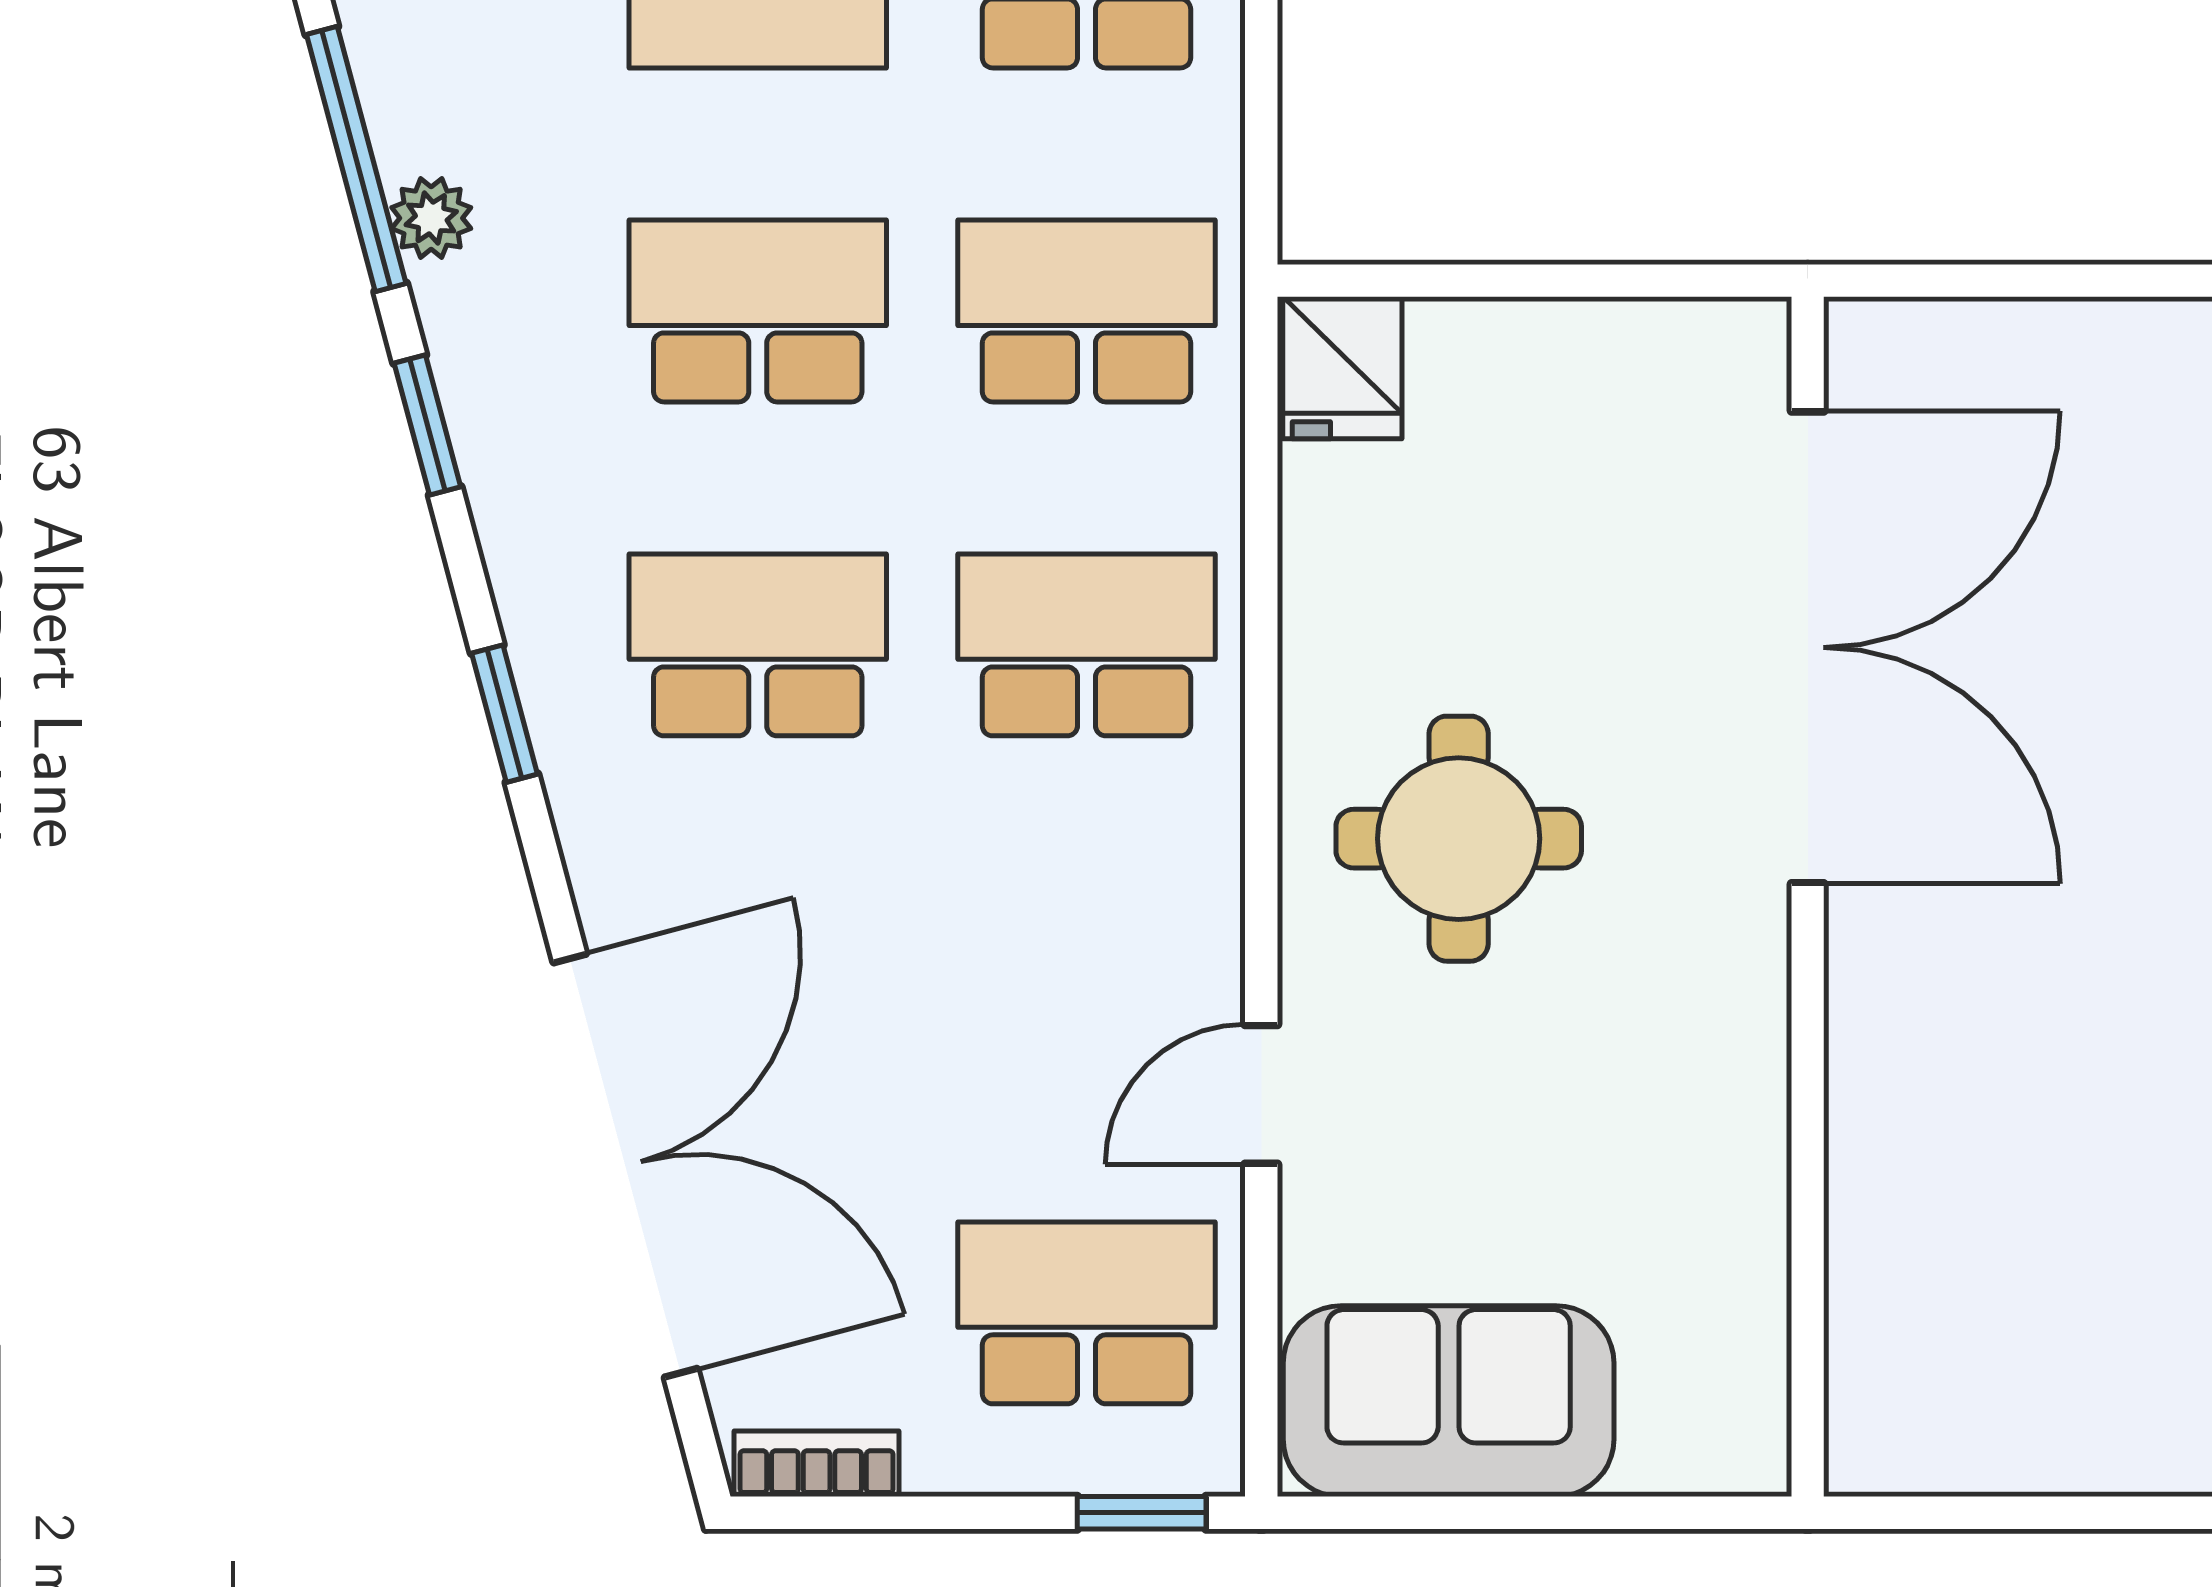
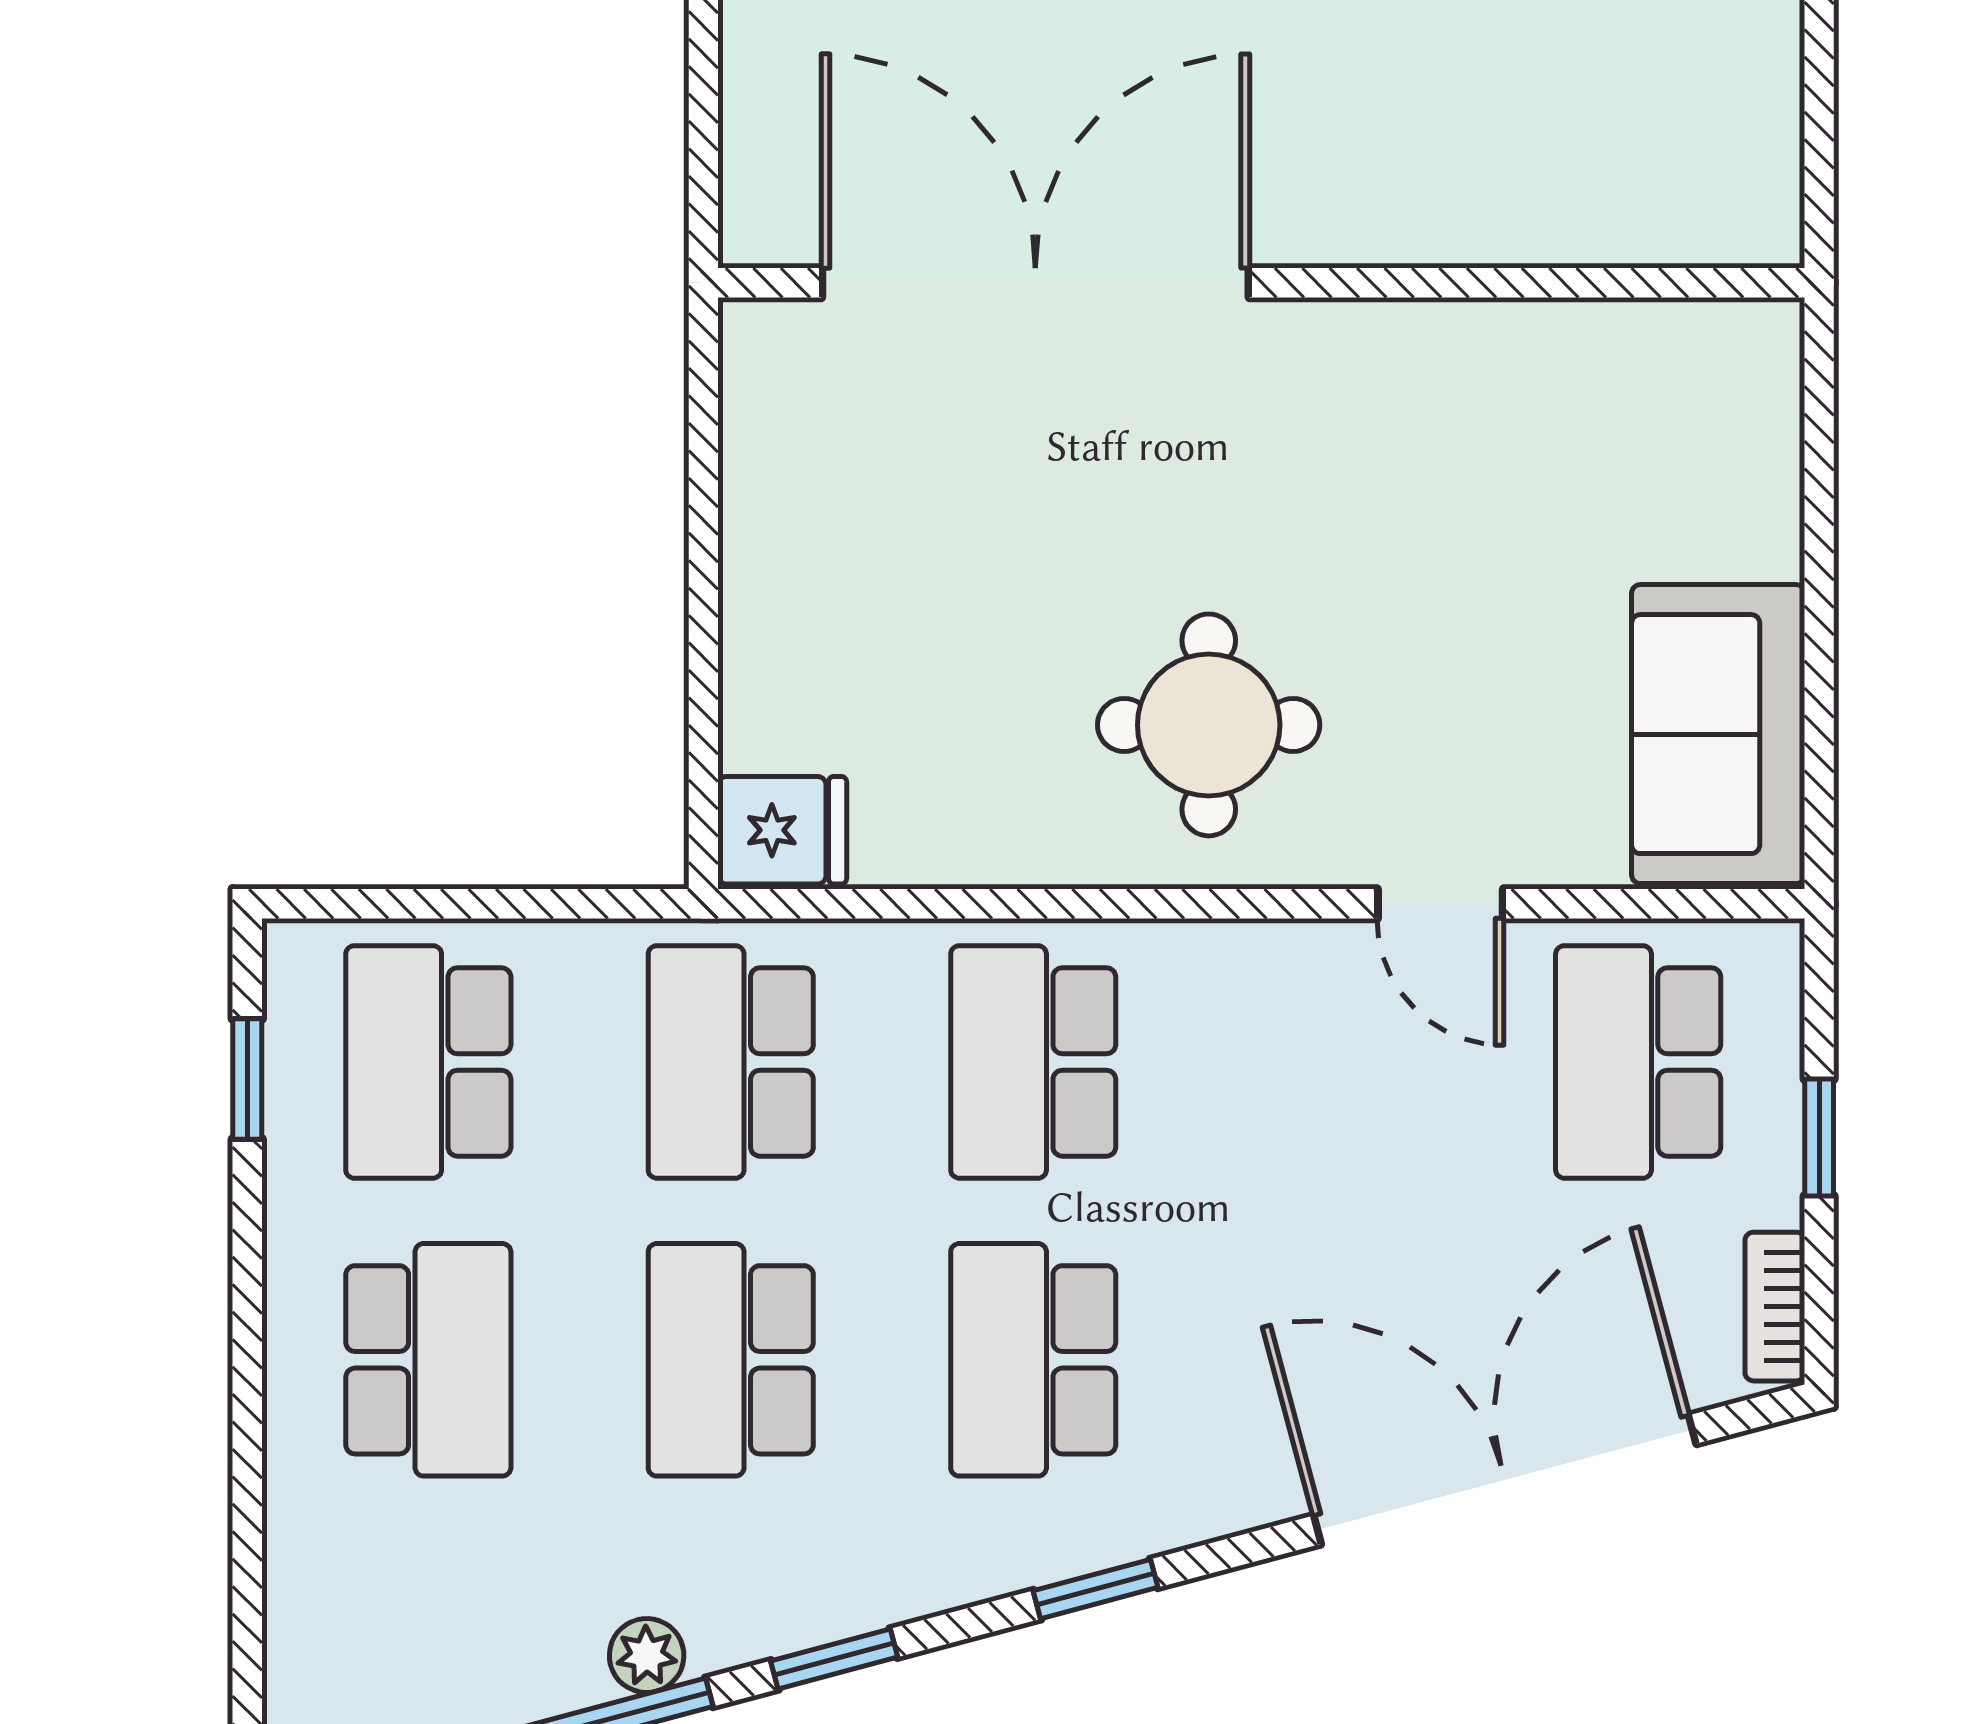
double door: (1808, 647) -> (1035, 283), moved
wall: (1808, 897) -> (1261, 283), moved
window: (1142, 1513) -> (1819, 1138), moved

